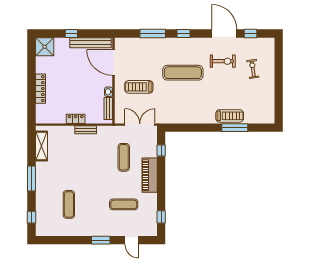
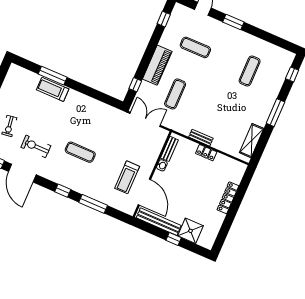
shower: (45, 47) -> (191, 231), moved
exercise mat: (183, 73) -> (80, 152), width x0.73, depth x0.69
treadmill: (139, 87) -> (127, 177), moved, turned 90
double door: (140, 125) -> (145, 119), swing flipped

